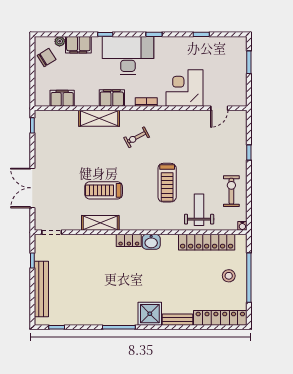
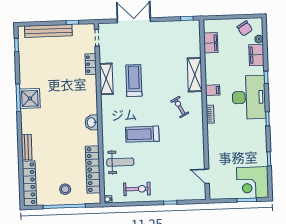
corner desk: (184, 88) -> (253, 183), moved, turned 180
filing cabinet: (112, 98) -> (213, 90), width x0.50
locker: (129, 240) -> (91, 64), moved
shower: (150, 314) -> (30, 98), moved

